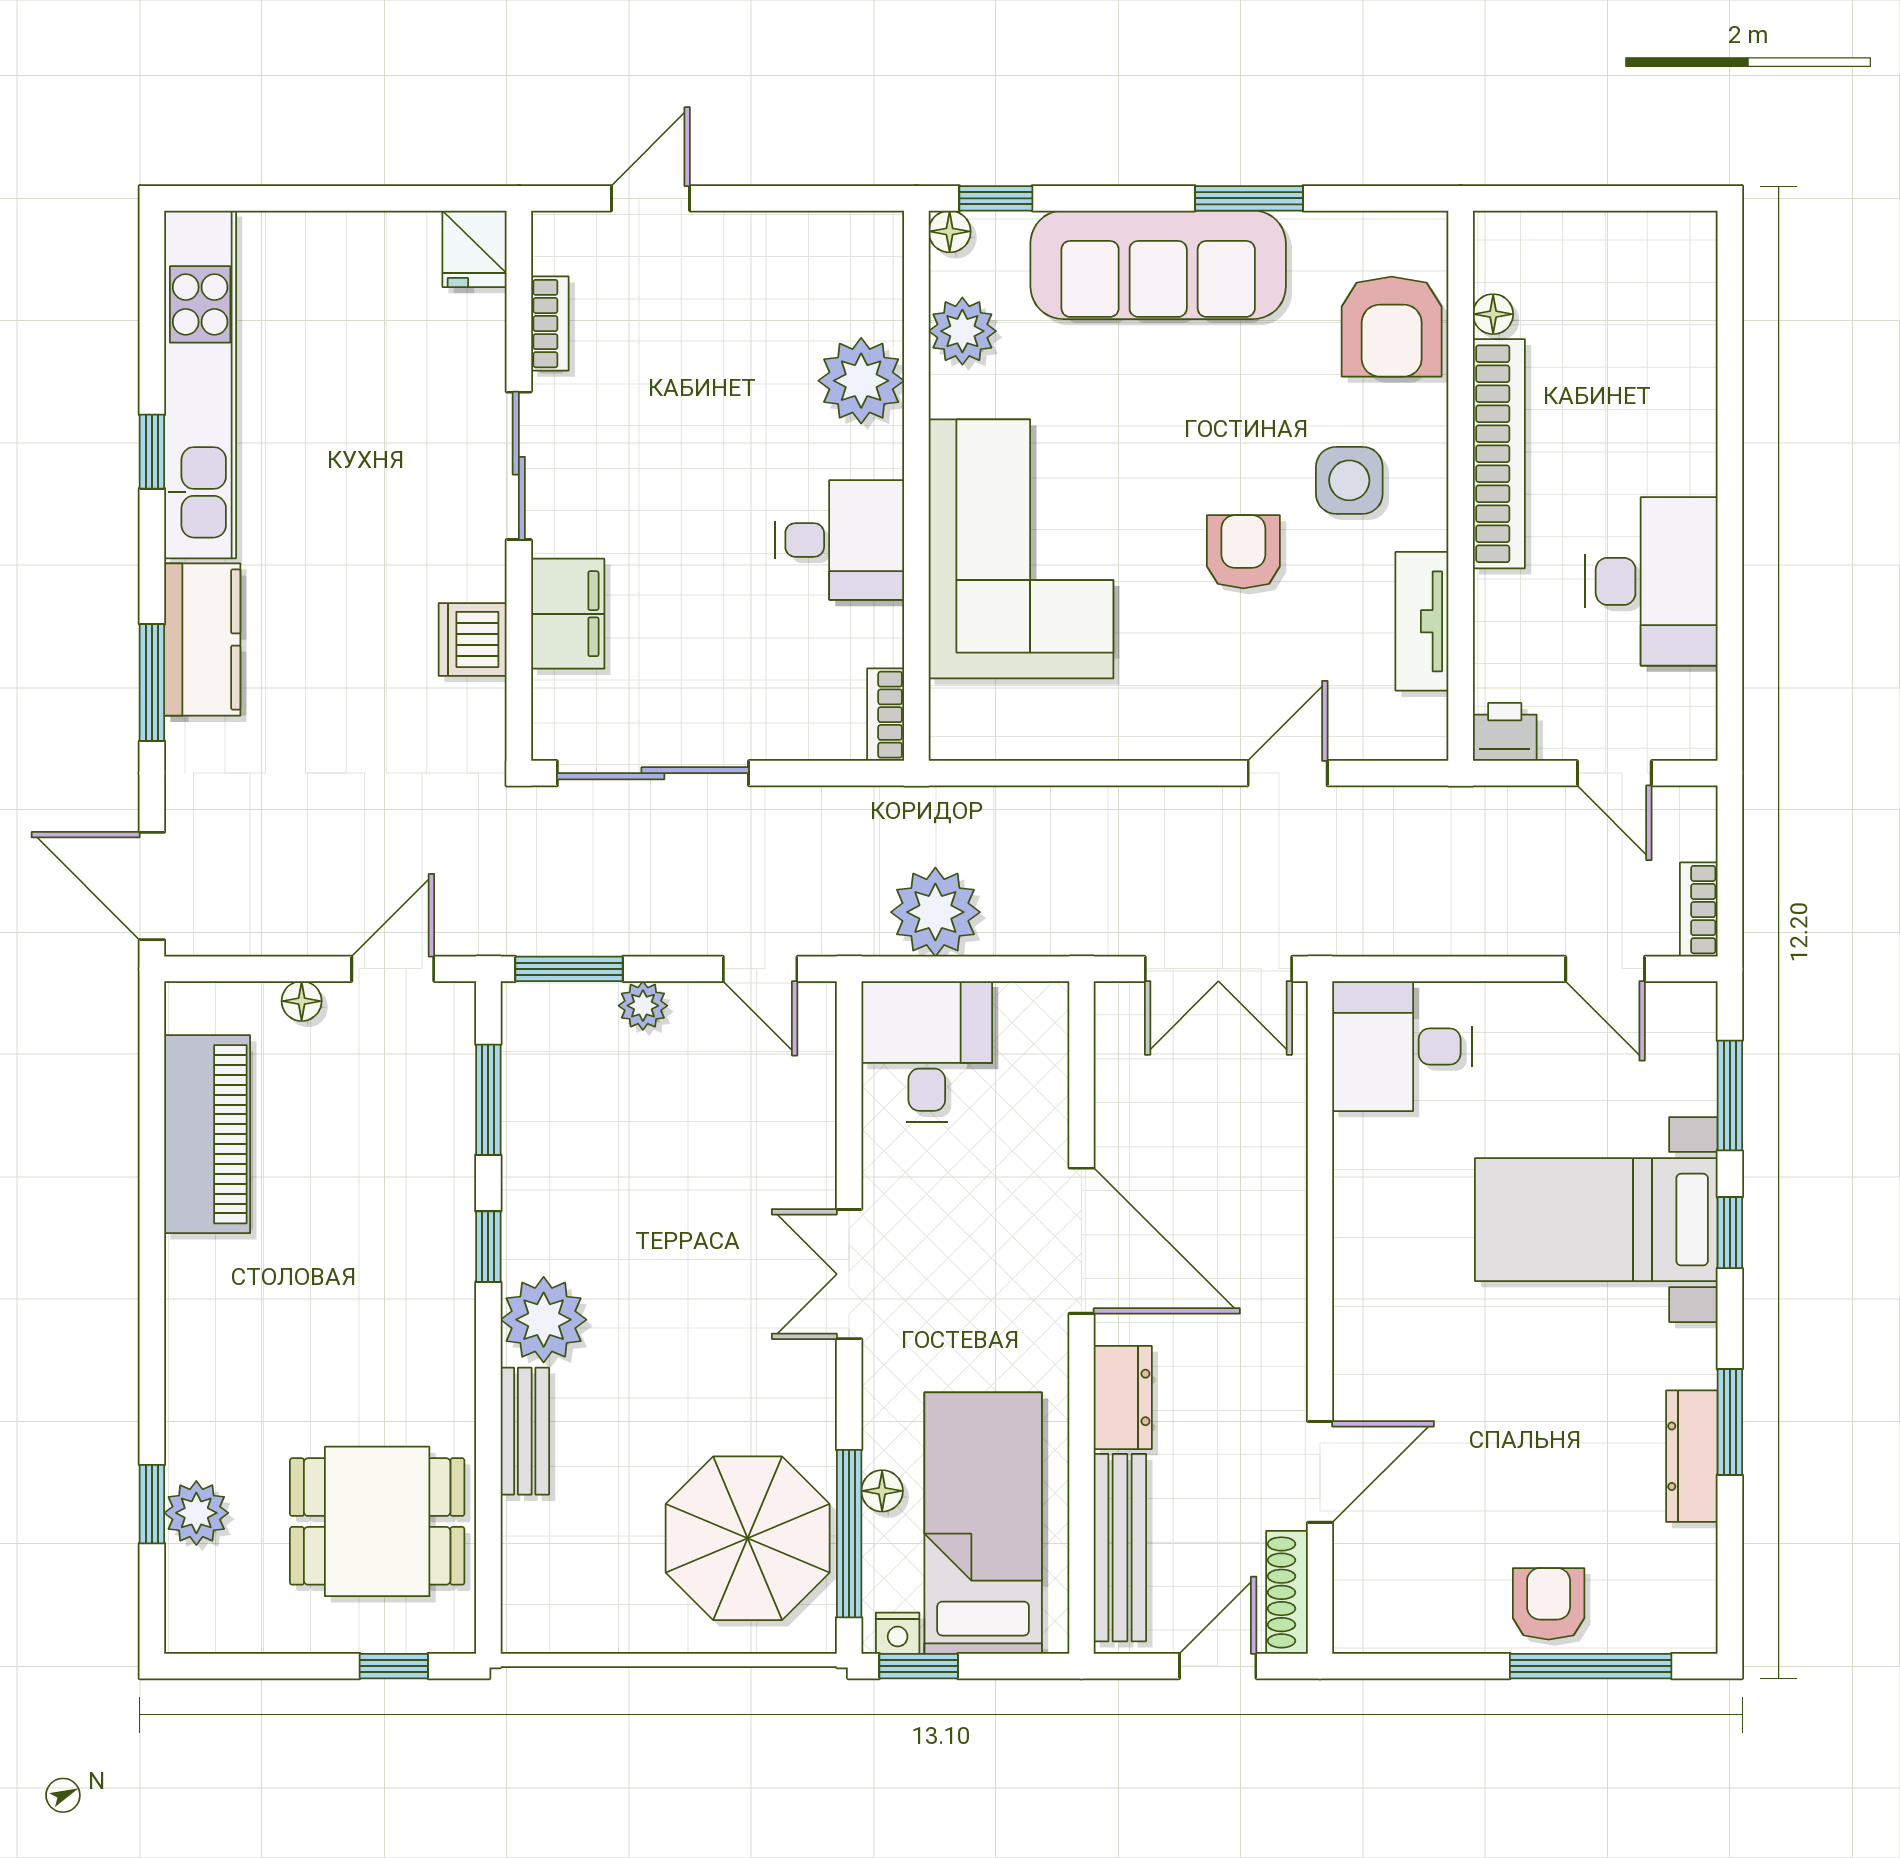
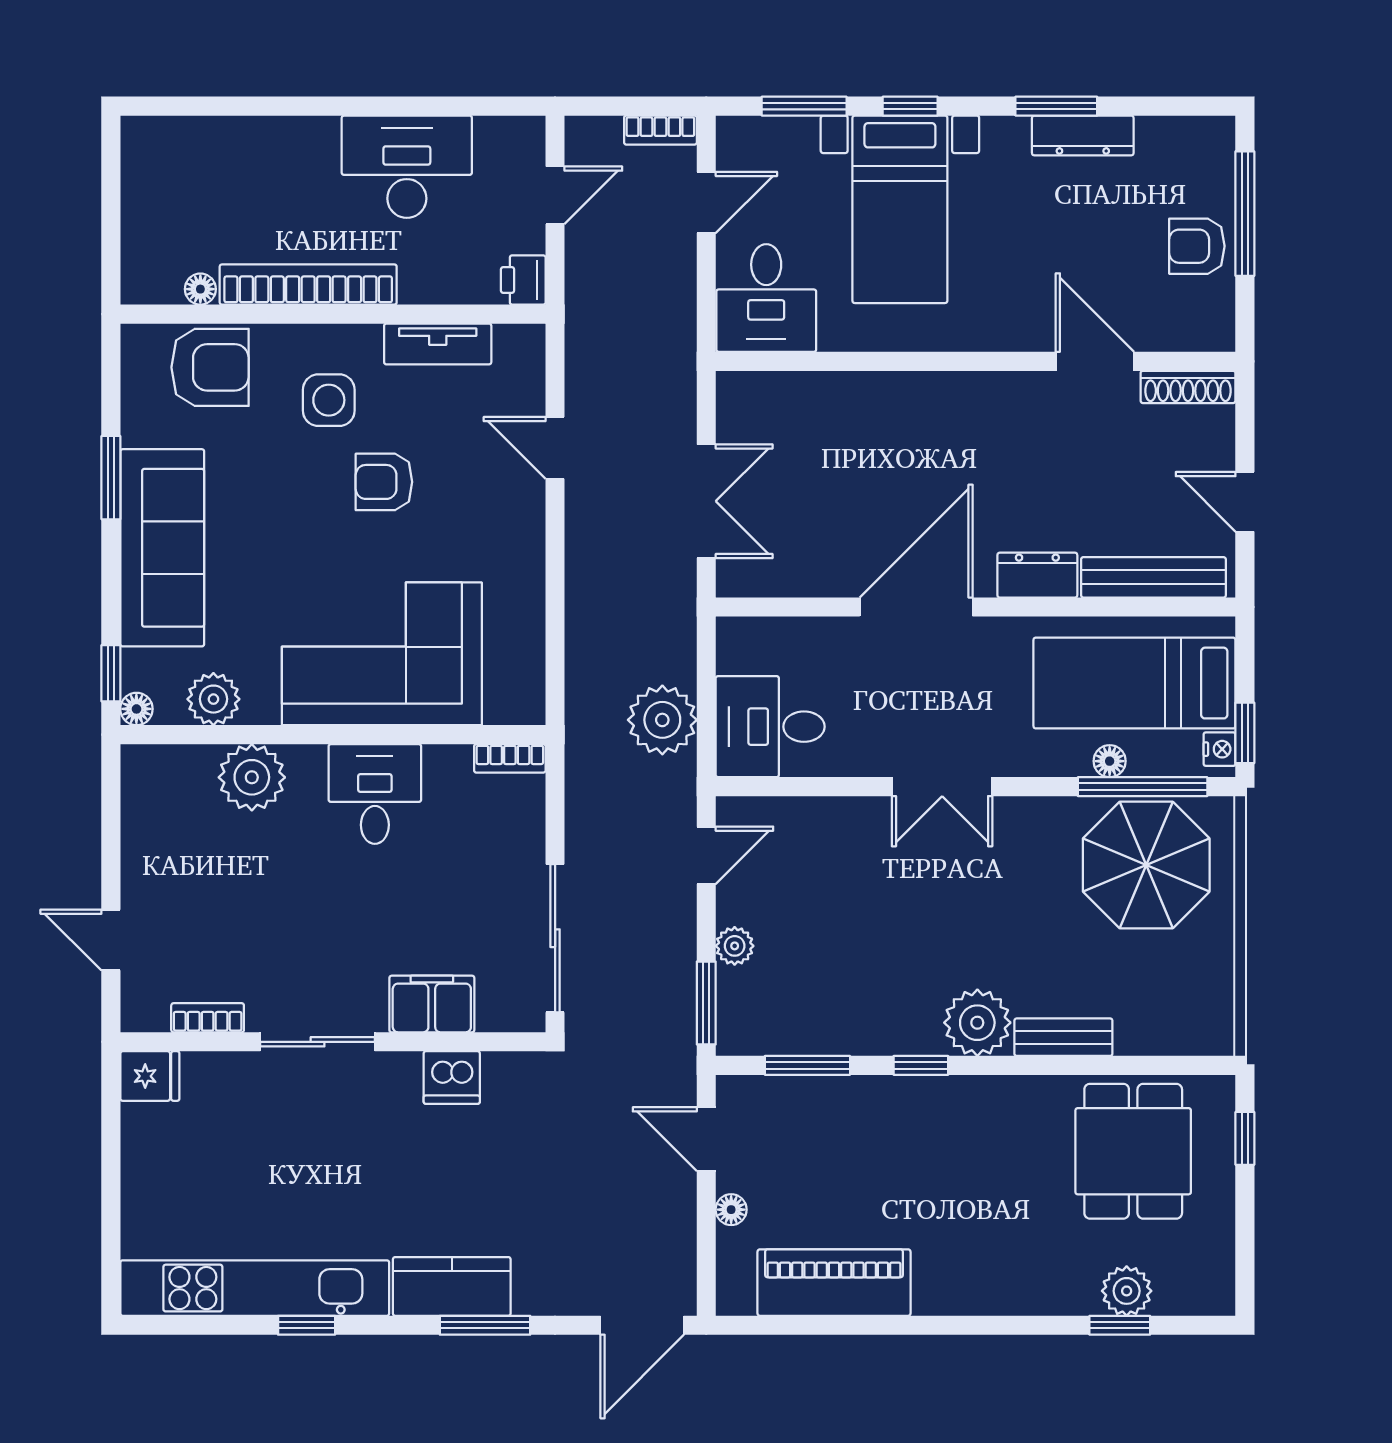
desk: (1402, 1046) -> (766, 298), moved
wall: (1320, 1317) -> (976, 361), moved
door: (1320, 1472) -> (1095, 361), moved
shoe rack: (1287, 1592) -> (1188, 387), moved

